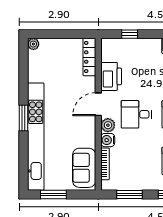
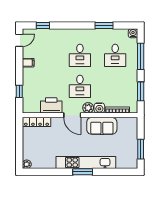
kitchen unit: (36, 137) -> (86, 162), width x0.73
sofa: (84, 168) -> (102, 126), moved

